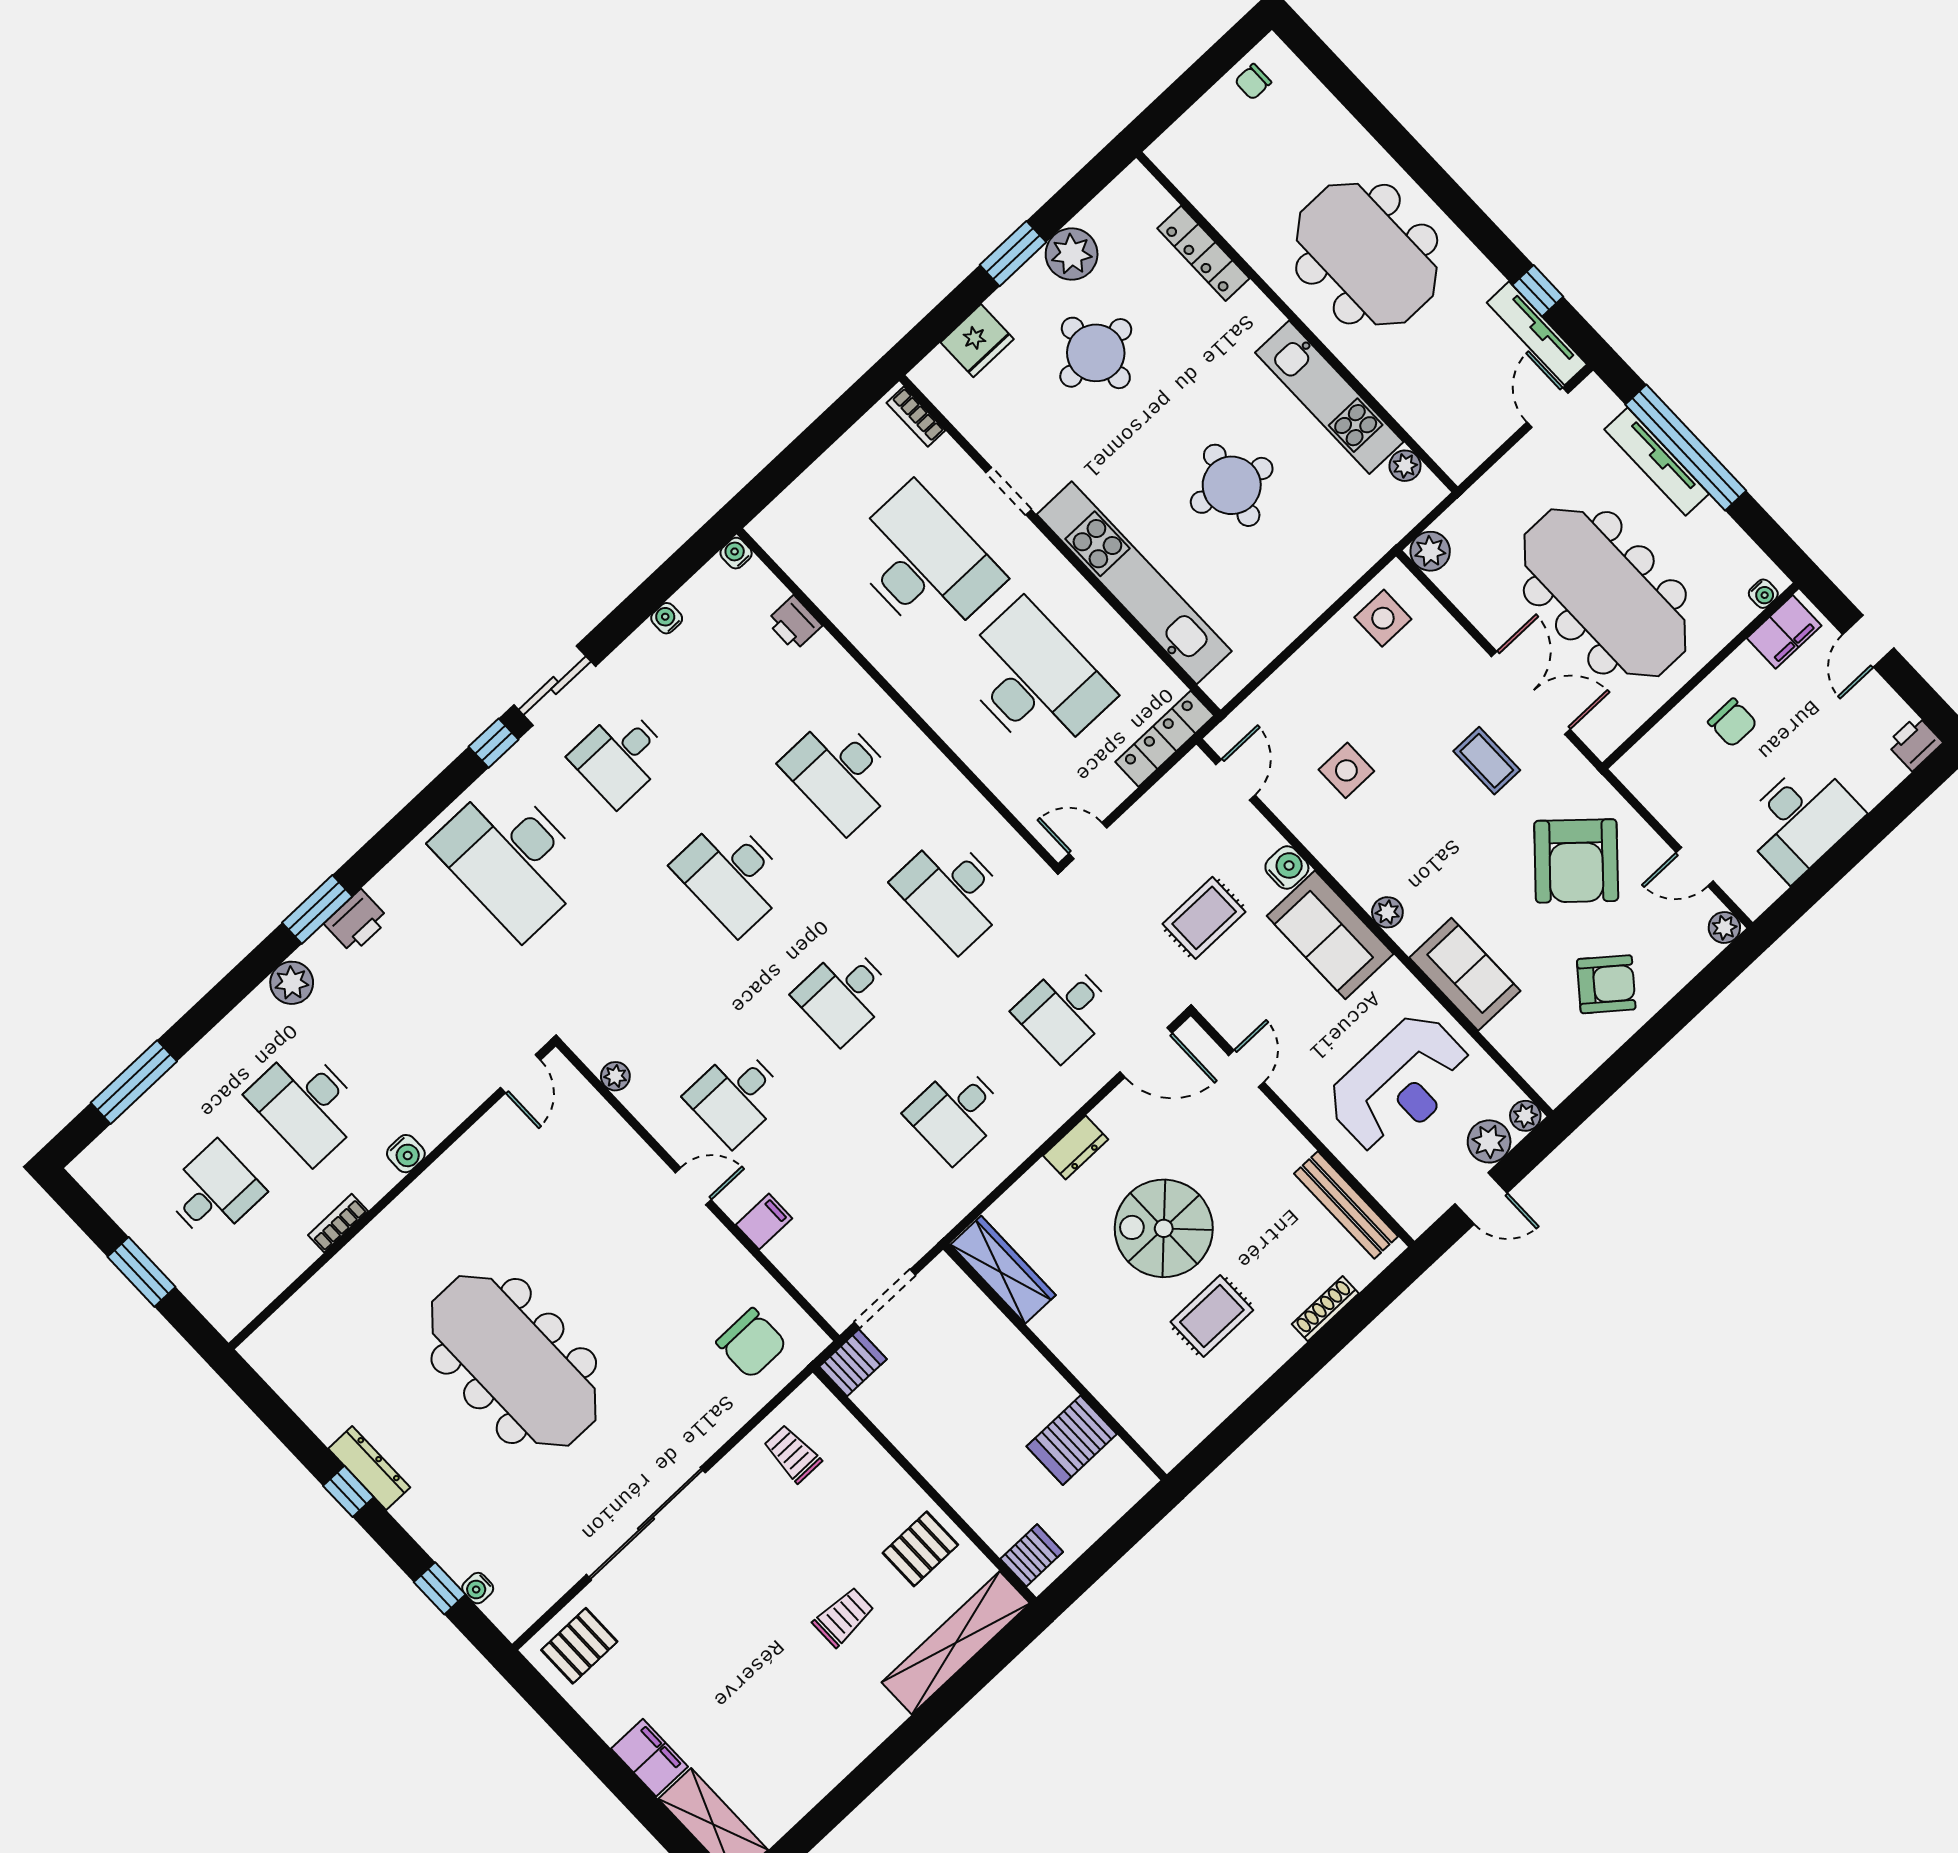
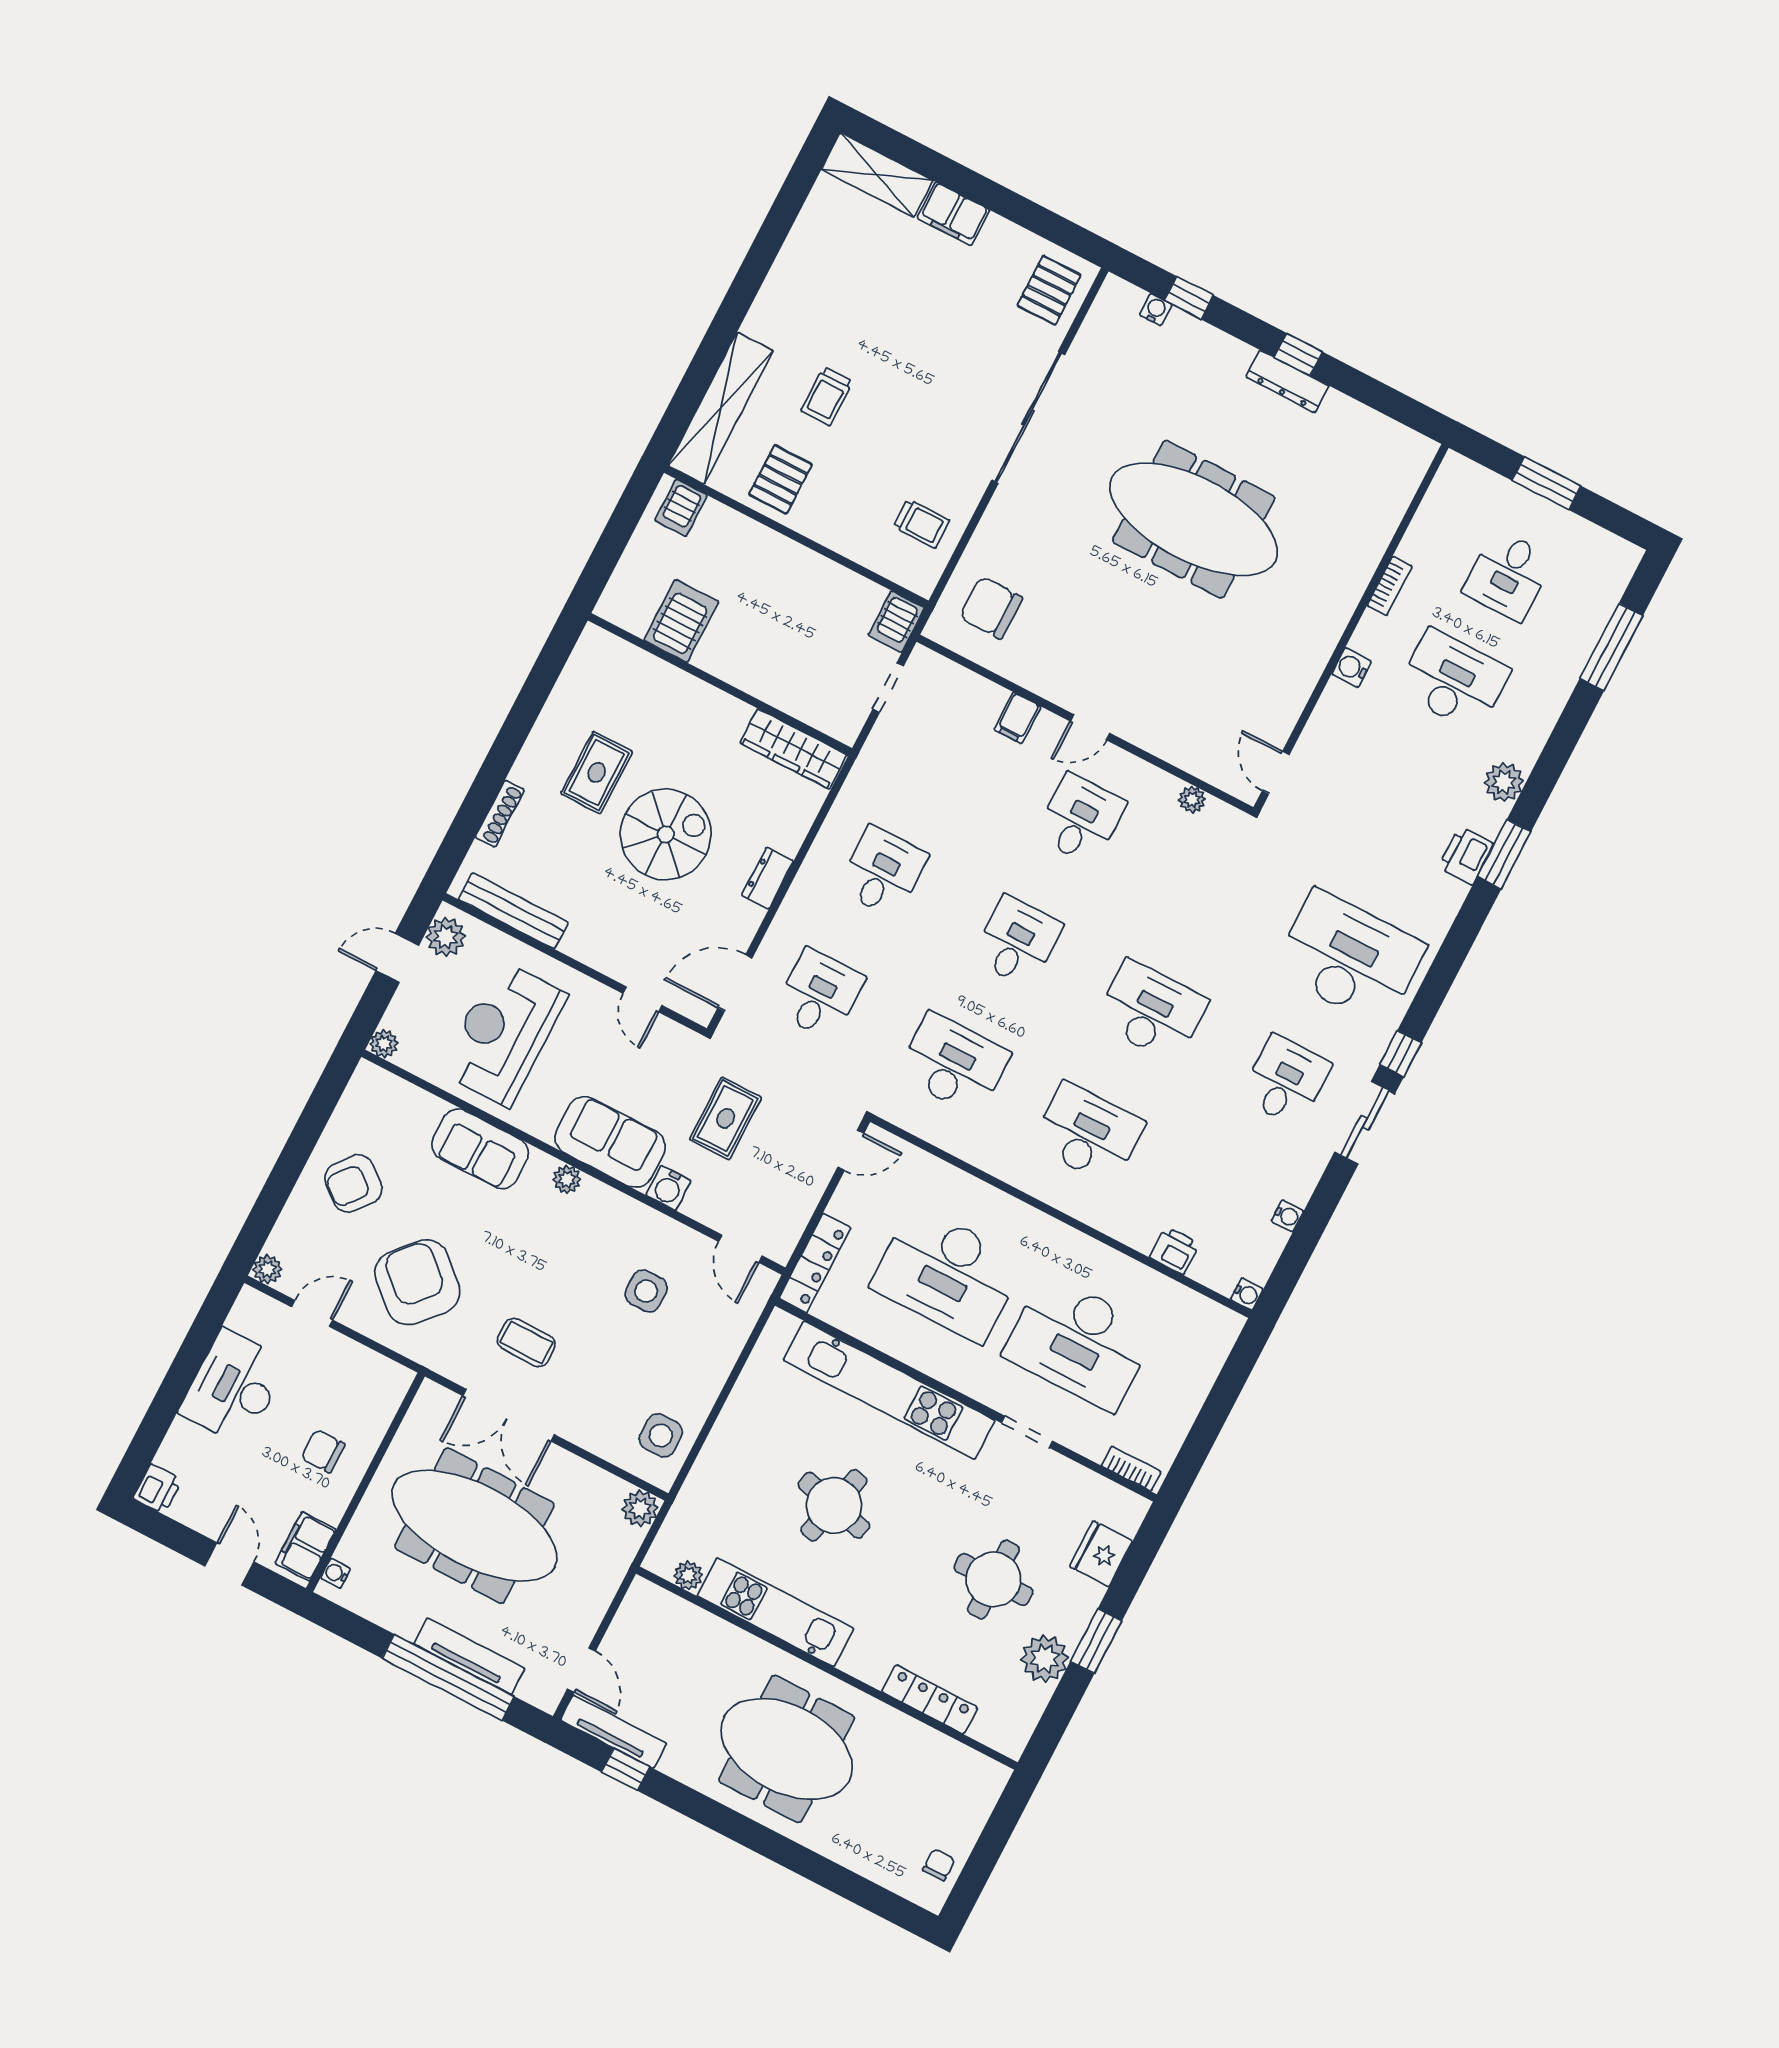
plant: (1489, 1141) -> (446, 937), moved
doorway: (885, 1299) -> (888, 688), width x0.73

